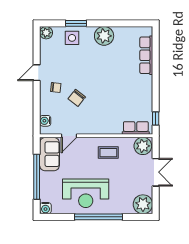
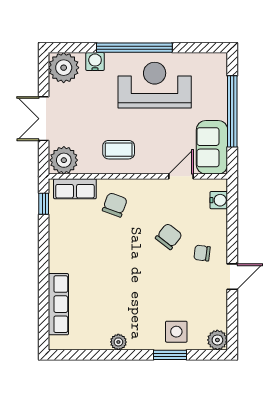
plant: (104, 36) -> (118, 342), width x0.53, depth x0.53
chair: (111, 118) -> (115, 205), added
water cooler: (45, 208) -> (95, 61), moved

